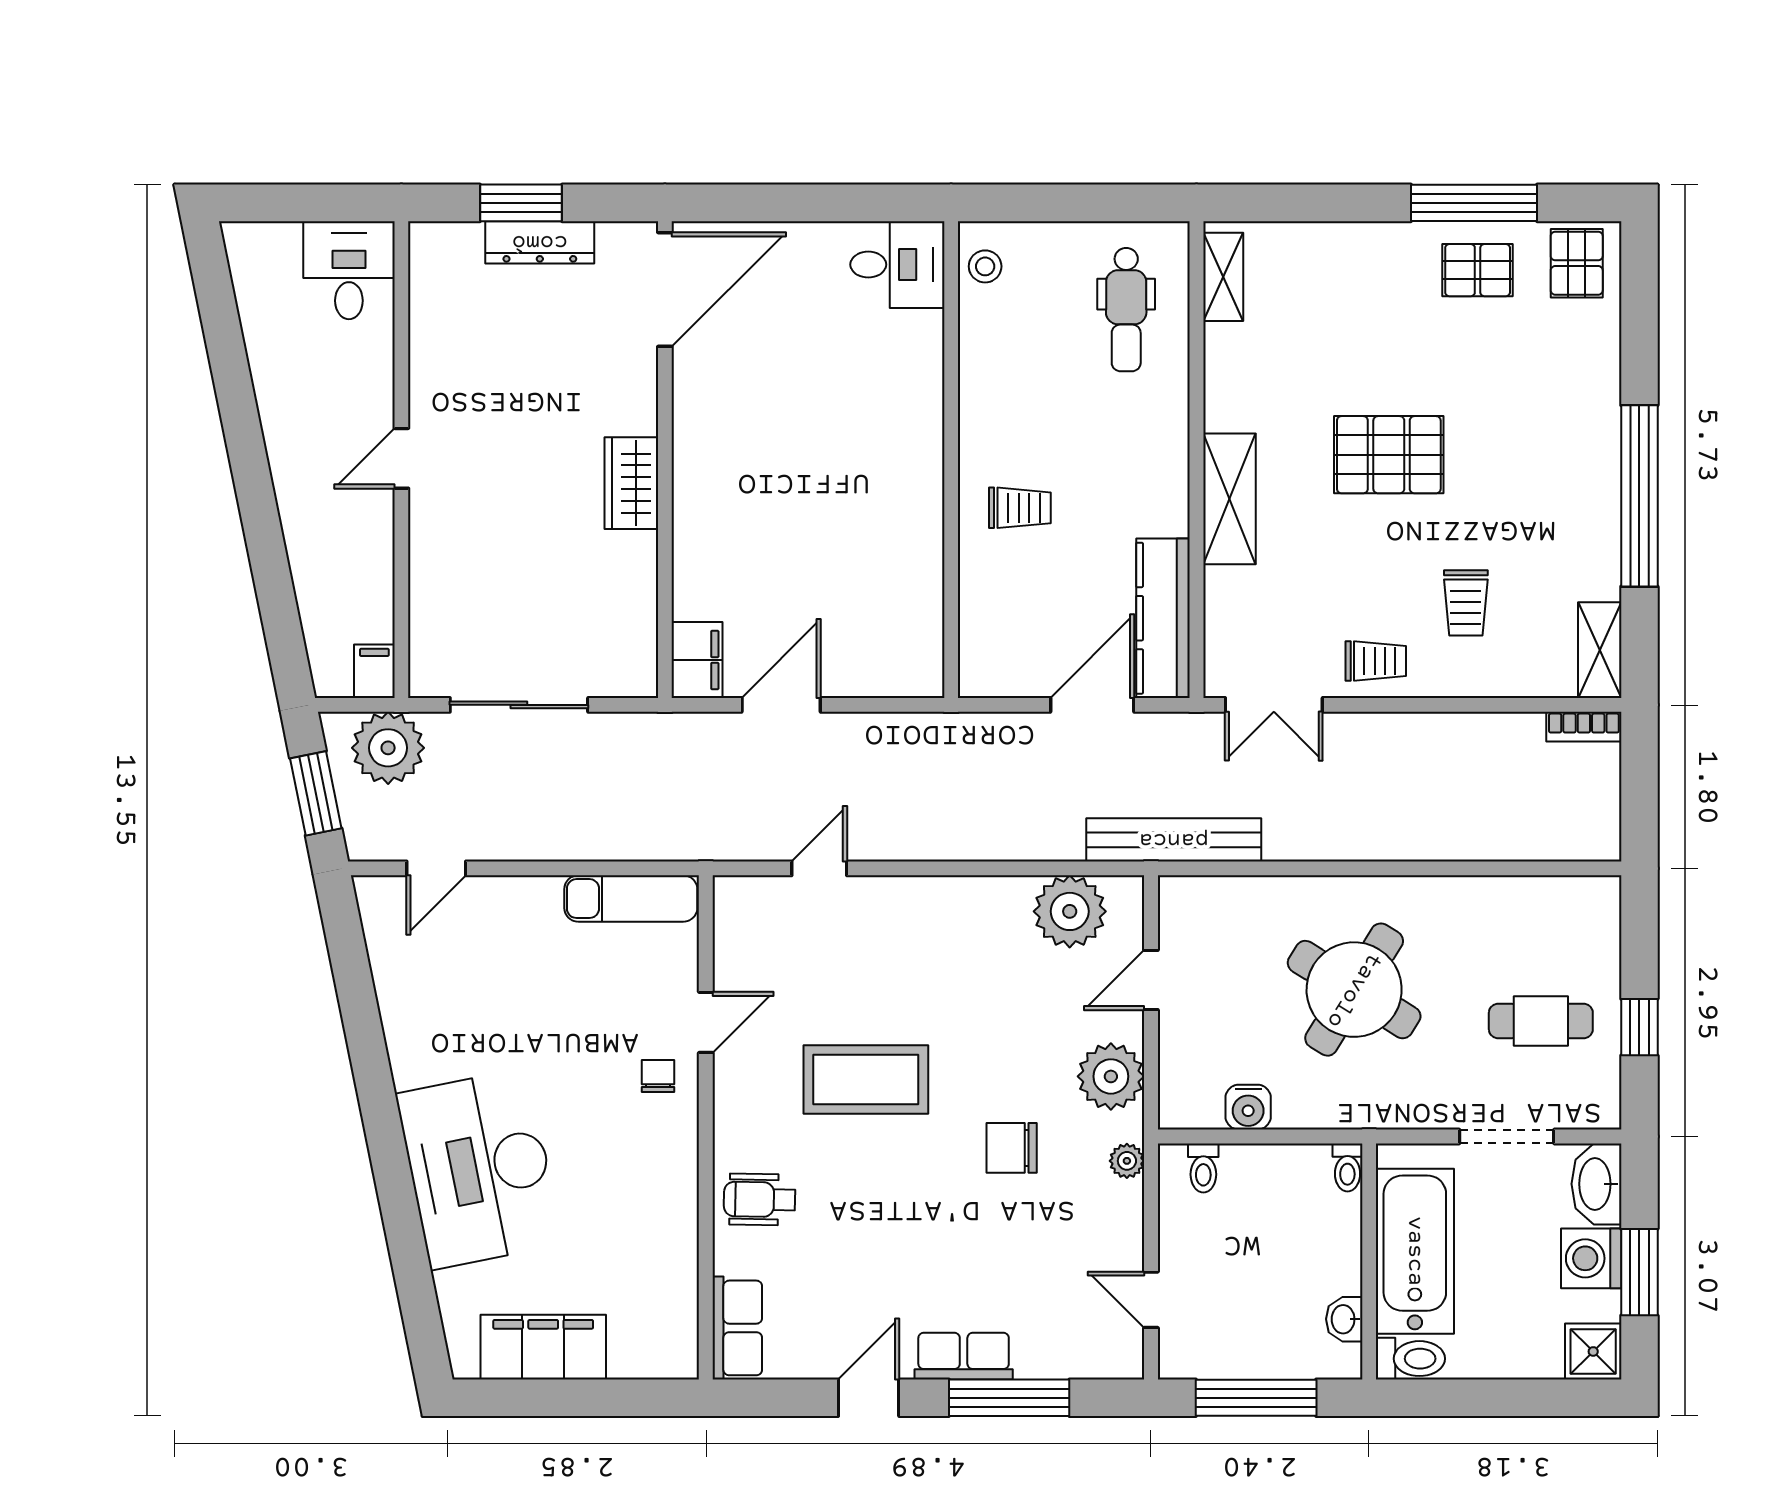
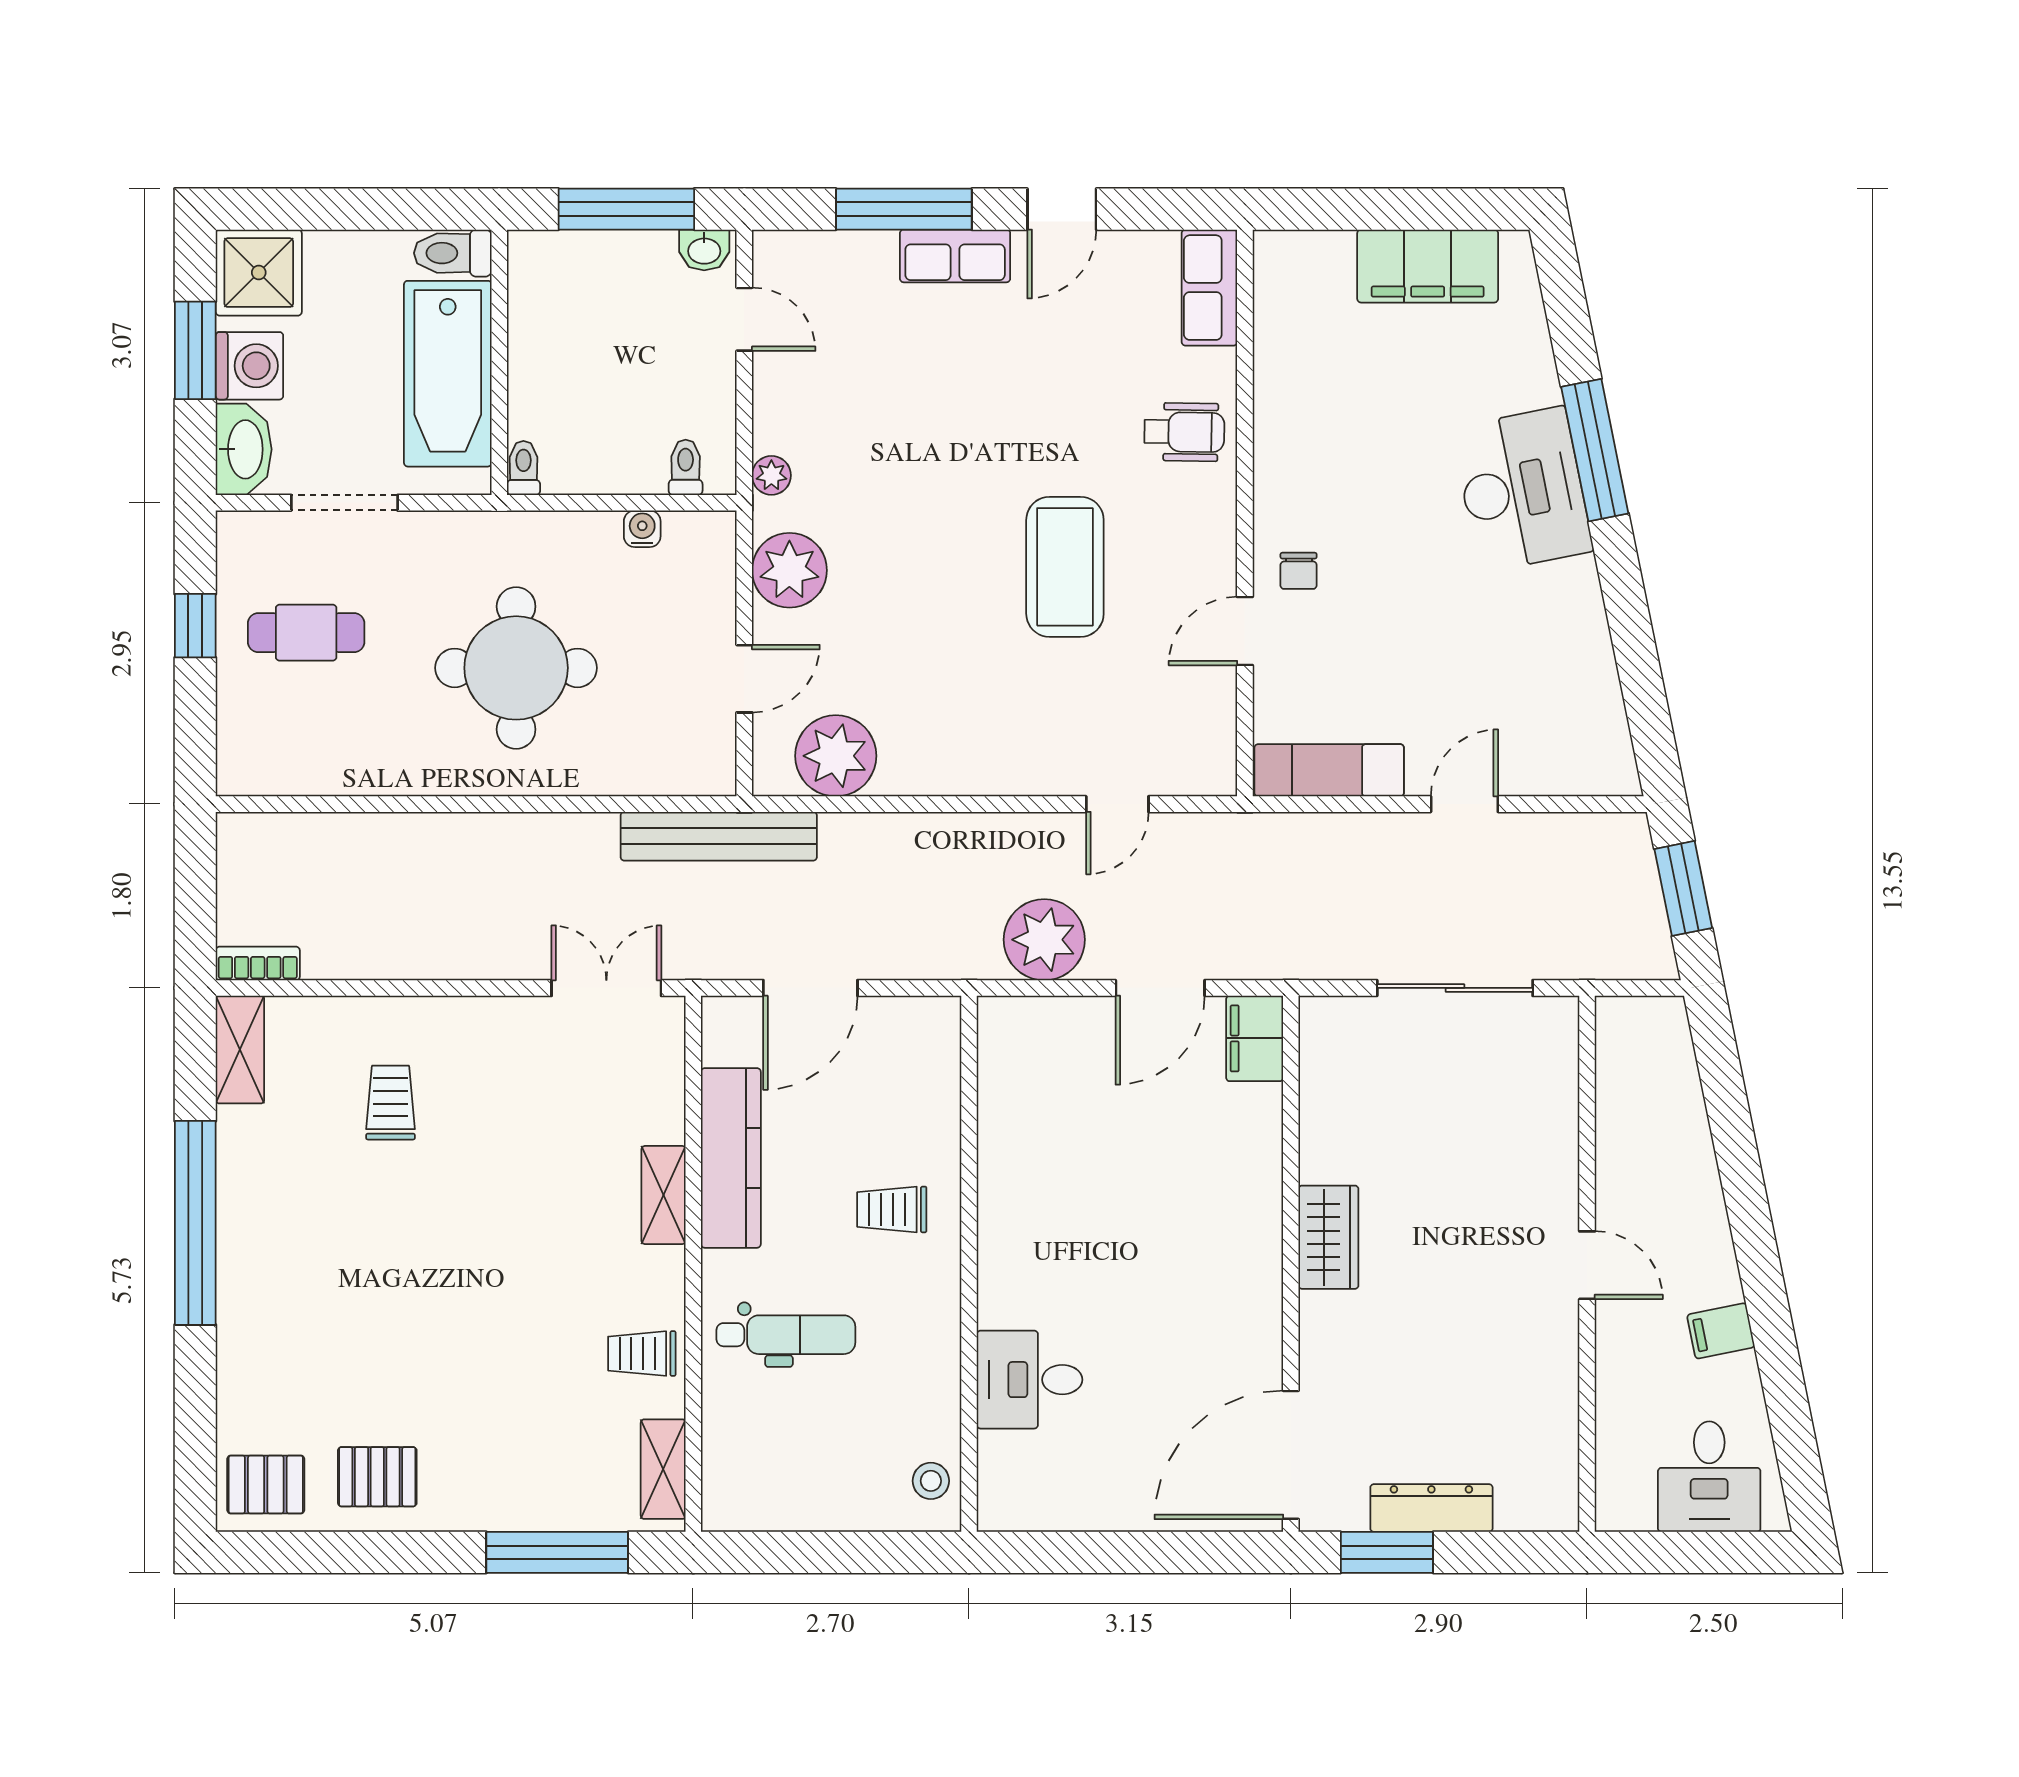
window: (521, 203) -> (1387, 1552), moved
window: (1474, 203) -> (557, 1552), moved
pallet: (1577, 263) -> (266, 1485), turned 90
desk: (897, 265) -> (1029, 1380), moved
desk: (349, 270) -> (1709, 1477), moved
dental chair: (1126, 310) -> (786, 1335), moved, turned 90
pallet: (1389, 455) -> (477, 1269), removed
door: (401, 458) -> (1587, 1265), hinge flipped
shelving: (1229, 499) -> (664, 1195), width x0.67, depth x0.75
kitchen counter: (1163, 618) -> (731, 1158), moved
trolley: (1376, 661) -> (642, 1354), moved
filing cabinet: (374, 671) -> (1721, 1331), moved, turned 79
plant: (388, 748) -> (1044, 940), moved
door: (436, 868) -> (1464, 804), moved
round table: (1354, 990) -> (516, 668), turned -32
coffee table: (866, 1079) -> (1065, 567), turned 90
water cooler: (1248, 1107) -> (642, 529), width x0.72, depth x0.72
chair: (1012, 1148) -> (901, 490), removed
desk: (479, 1169) -> (1522, 490), width x0.73, depth x0.77
window: (394, 1183) -> (1595, 450), added
washbasin: (1344, 1319) -> (704, 250), moved, turned 90
shower: (1593, 1351) -> (259, 273), width x1.36, depth x1.36

